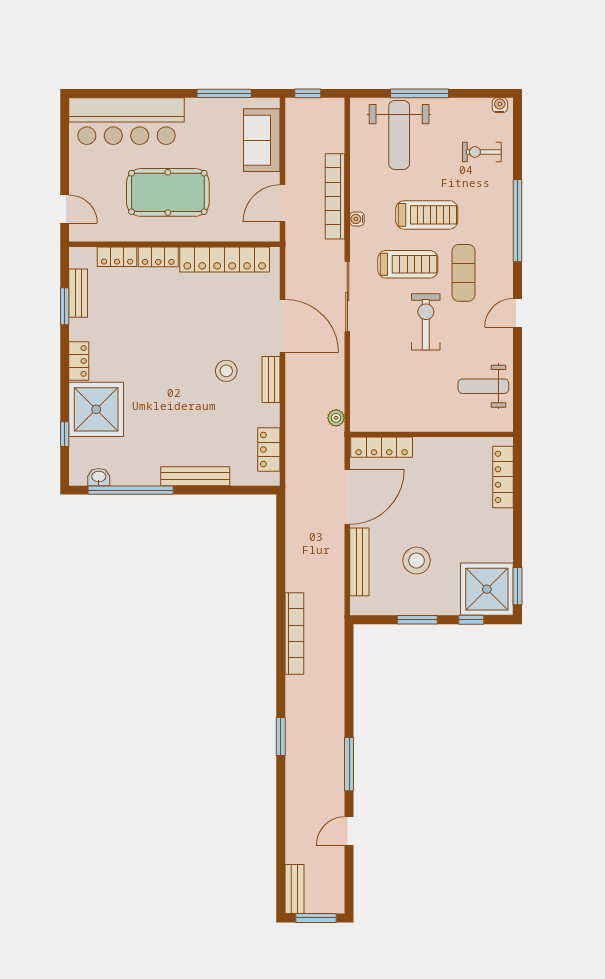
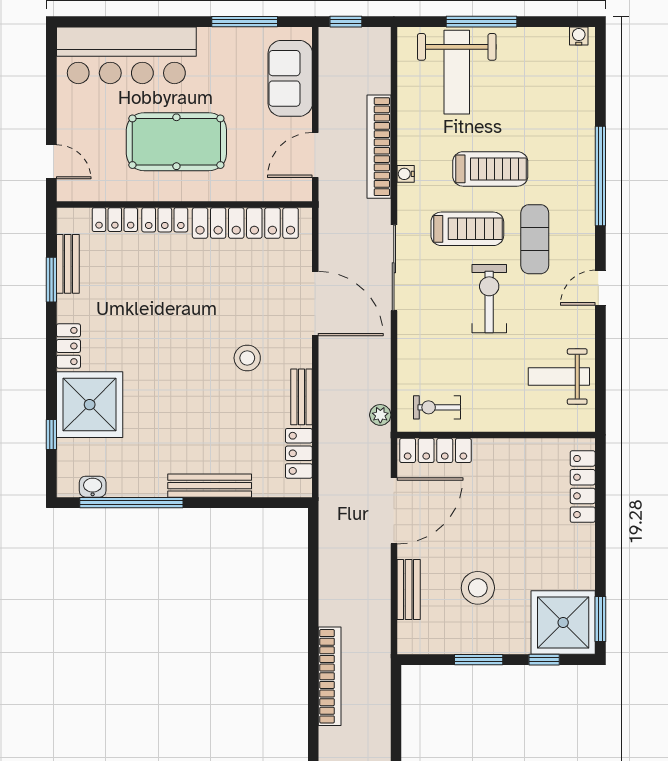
exercise bike: (482, 152) -> (437, 407), moved
bench: (271, 379) -> (301, 397), moved
bench: (359, 562) -> (409, 590), width x0.73

